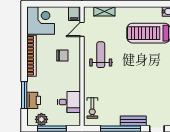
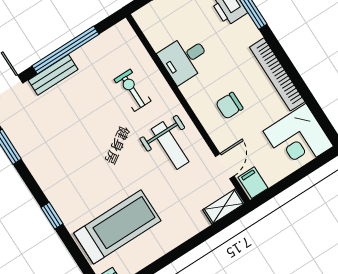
shelving: (104, 11) -> (224, 206), moved
desk: (69, 102) -> (185, 59), moved
exercise bike: (92, 108) -> (132, 90), moved

